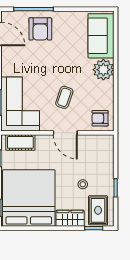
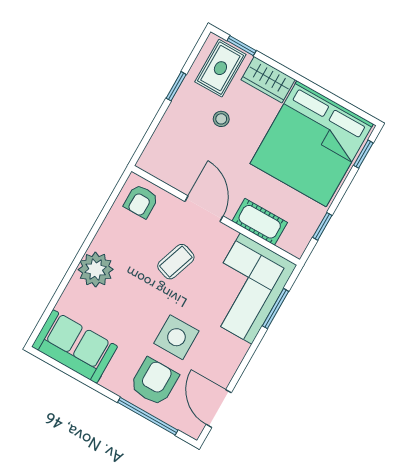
sofa: (101, 36) -> (75, 347), moved, turned -90
side table: (42, 58) -> (176, 337), added
armchair: (100, 118) -> (141, 201), turned 90
cot: (20, 142) -> (260, 222), moved

